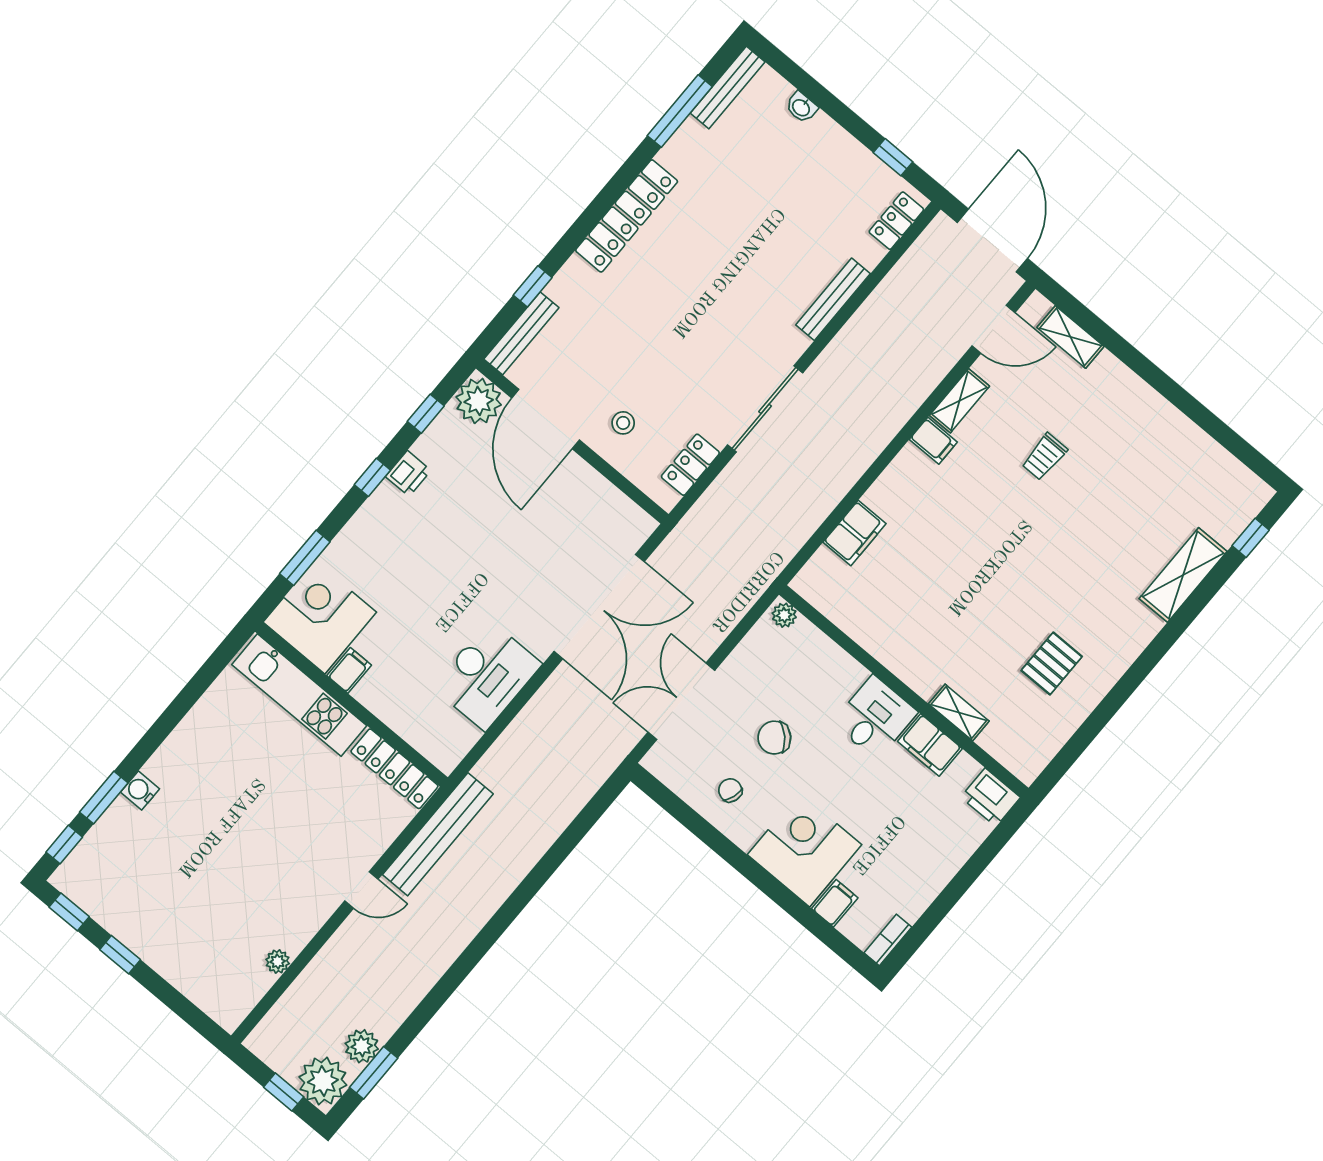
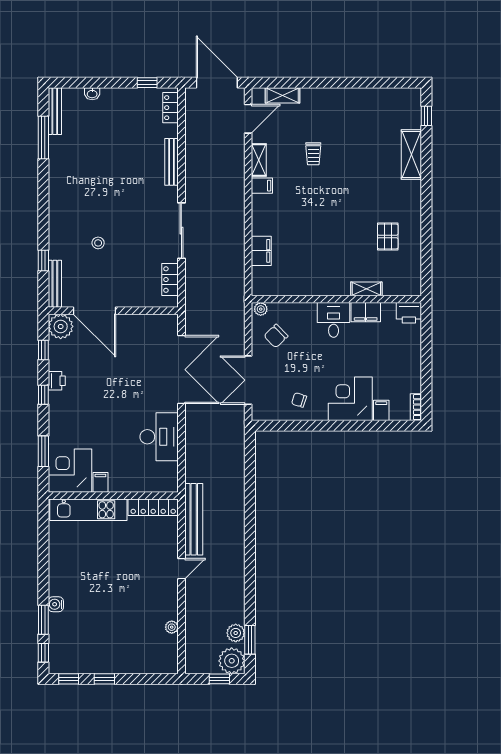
locker: (627, 216) -> (58, 199), removed
stool: (623, 423) -> (98, 243), moved
chair: (774, 738) -> (276, 336), moved

